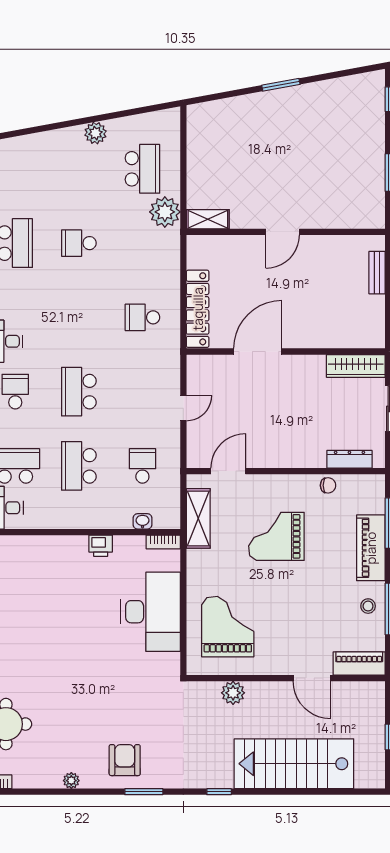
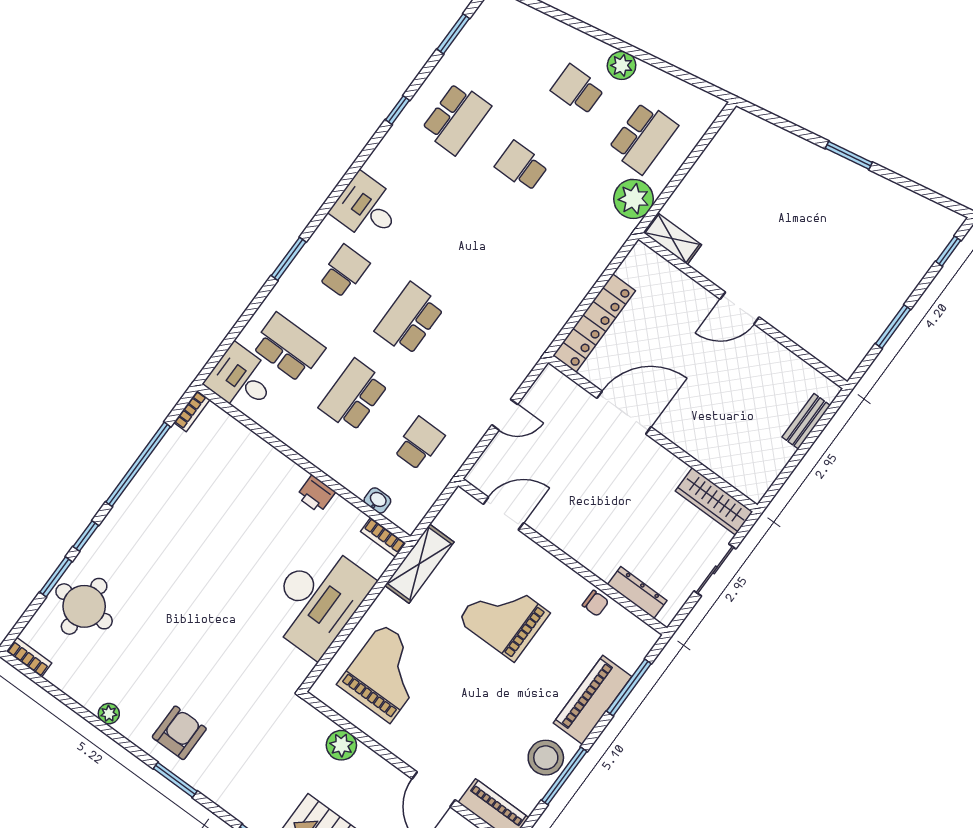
school desk: (142, 317) -> (577, 90), moved
shelving: (198, 518) -> (419, 564), moved
stool: (368, 606) -> (546, 758), width x1.89, depth x1.89

